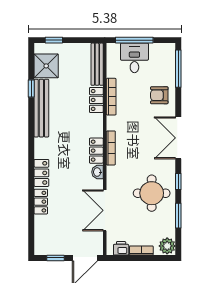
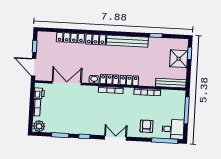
desk: (134, 58) -> (173, 129), moved
shower: (46, 66) -> (179, 59), moved
locker: (96, 100) -> (129, 80), moved
bench: (41, 108) -> (127, 41), moved
double door: (178, 138) -> (115, 138), width x0.73
round table: (152, 193) -> (77, 117), removed
locker: (41, 202) -> (70, 38), width x1.53

